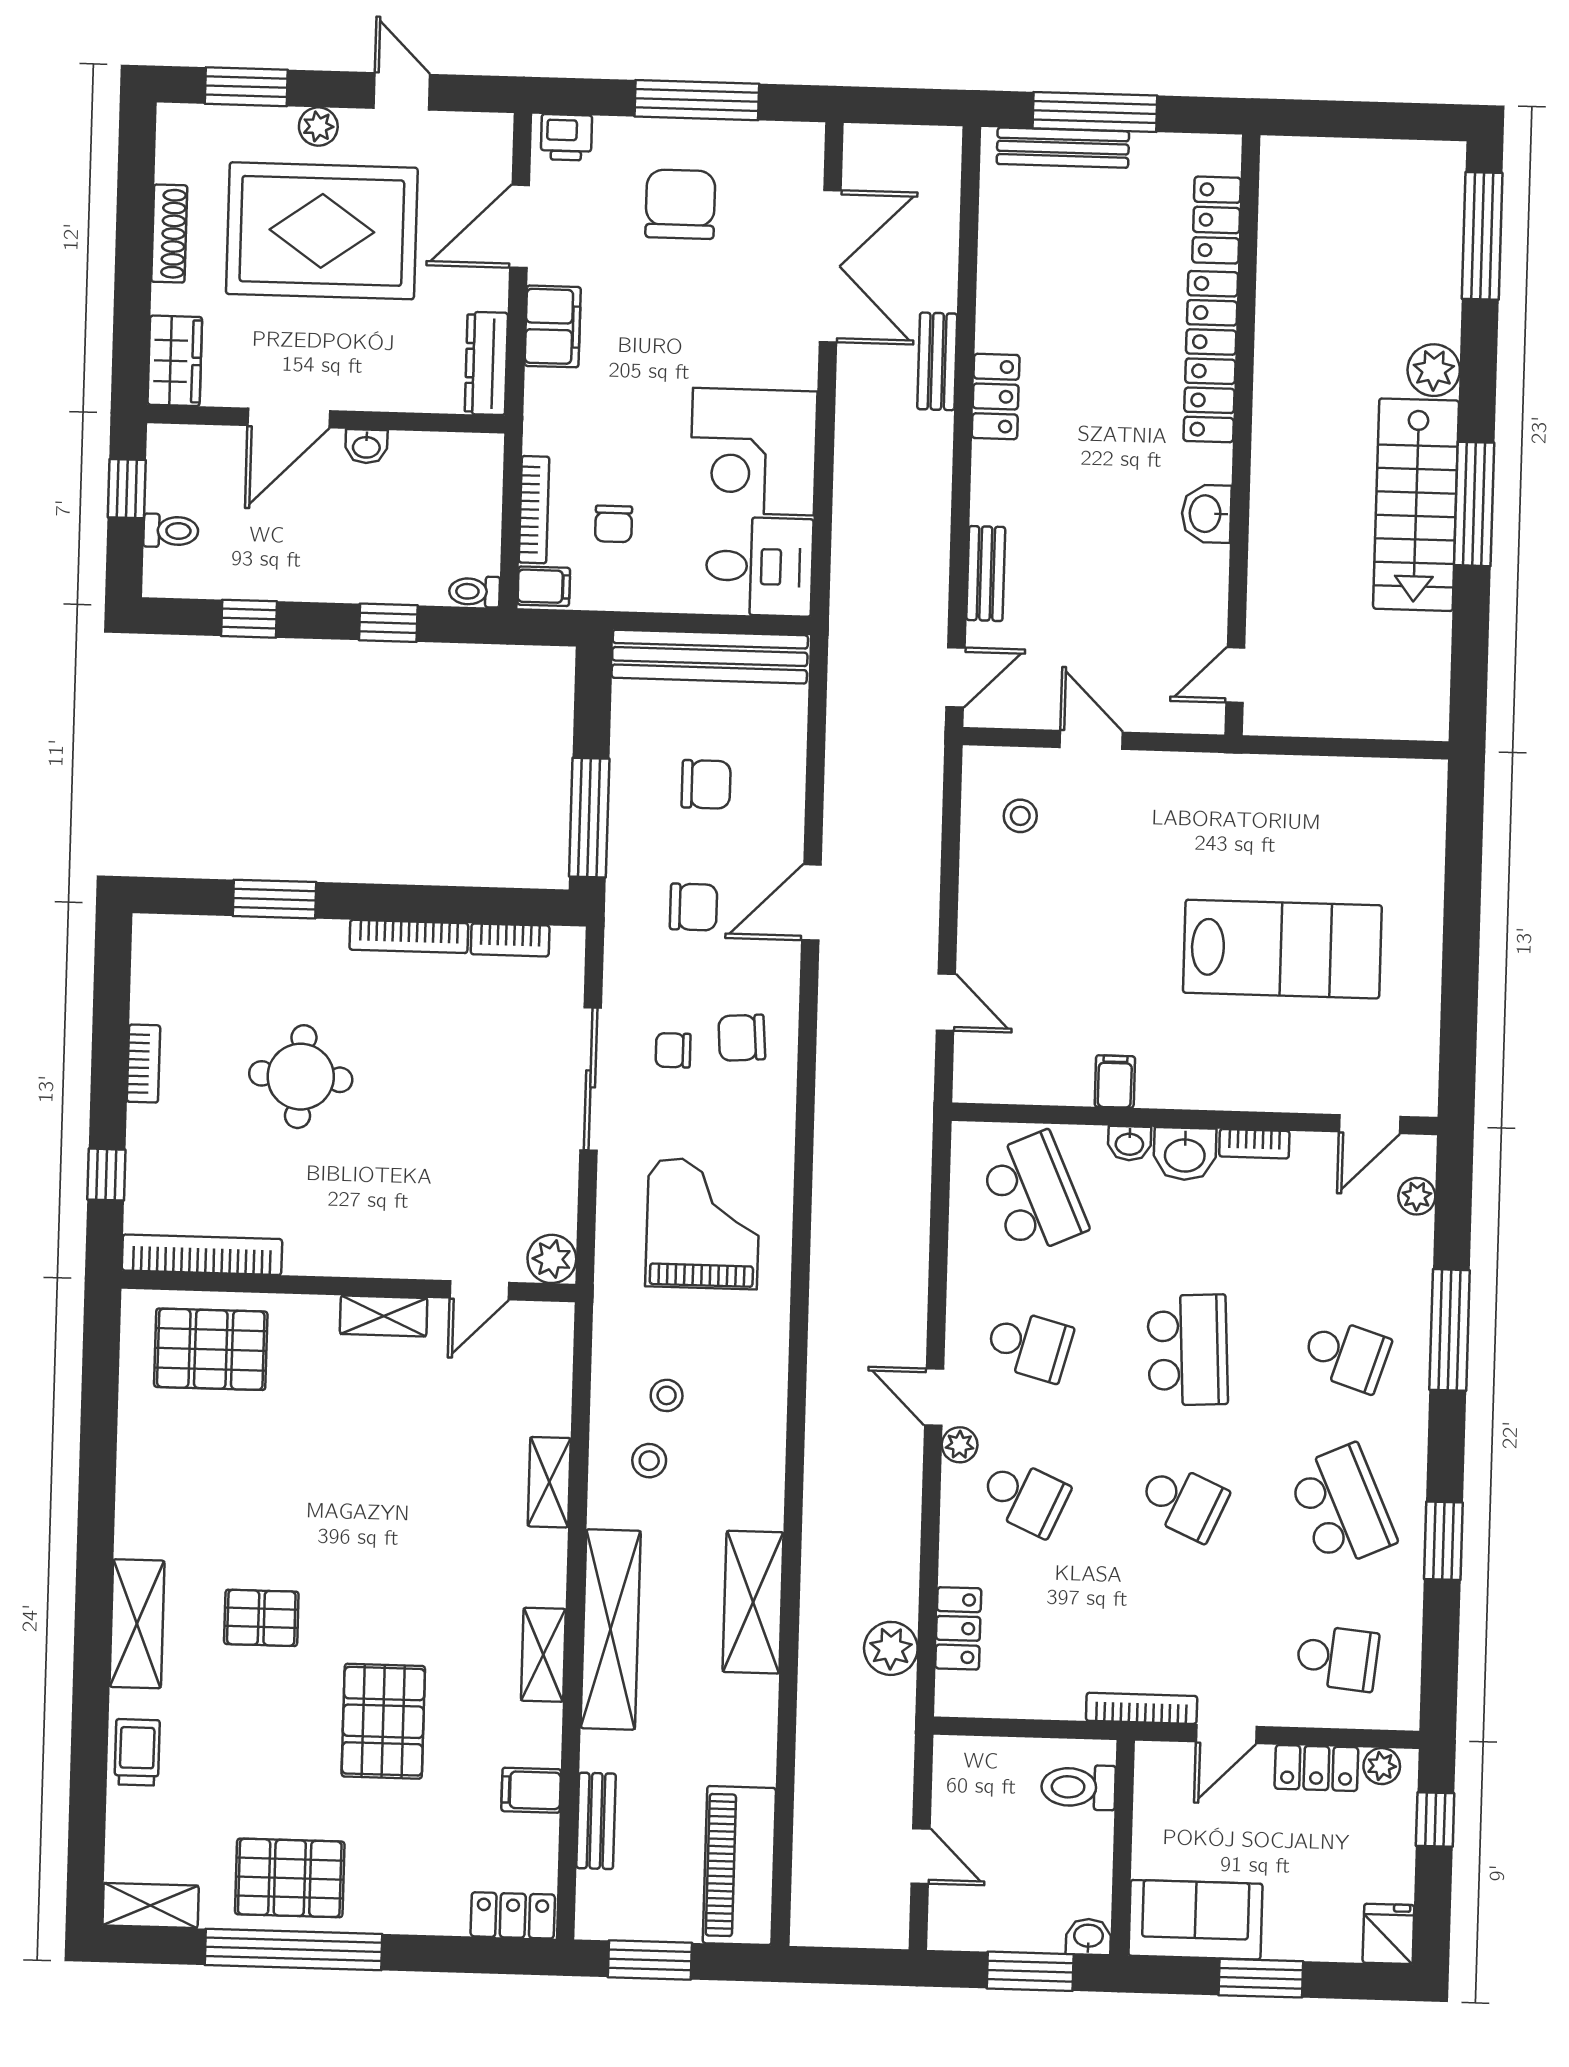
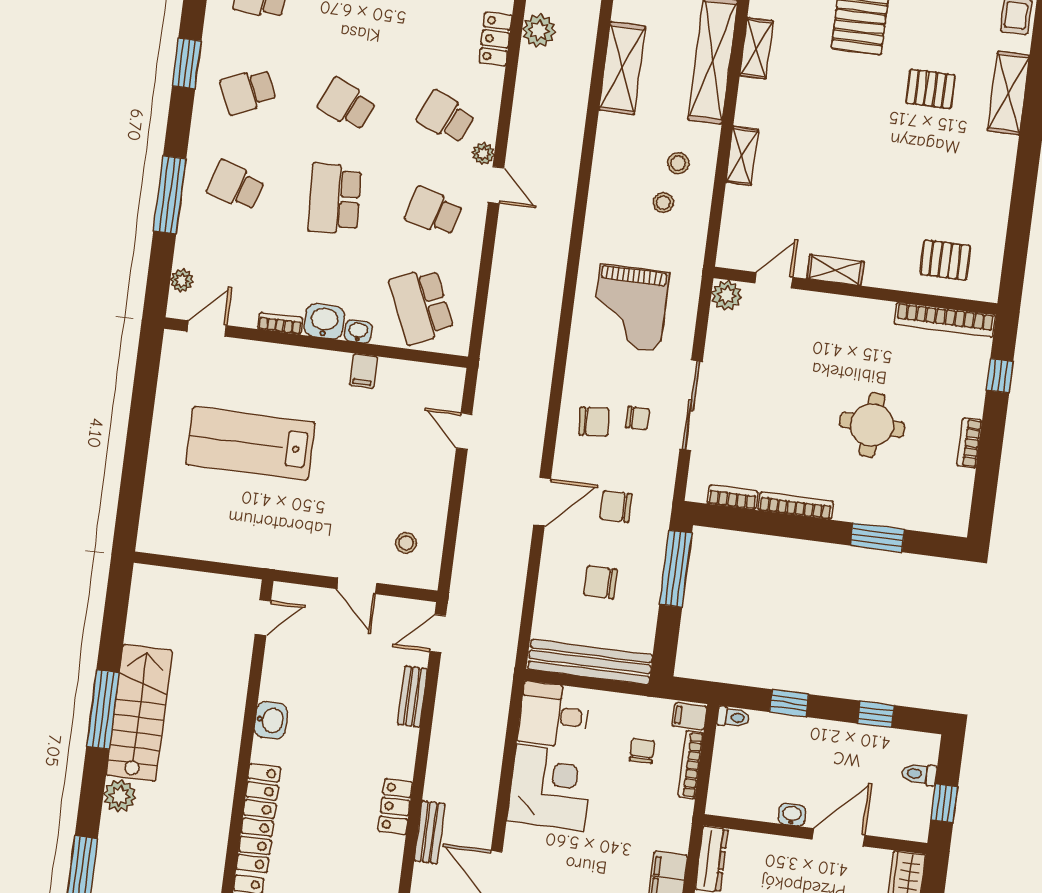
pallet: (211, 1349) -> (945, 260), width x0.67, depth x0.71
school desk: (1342, 1506) -> (248, 91), width x0.54

